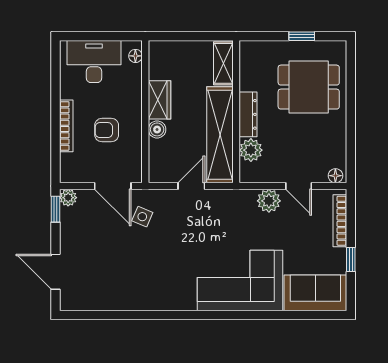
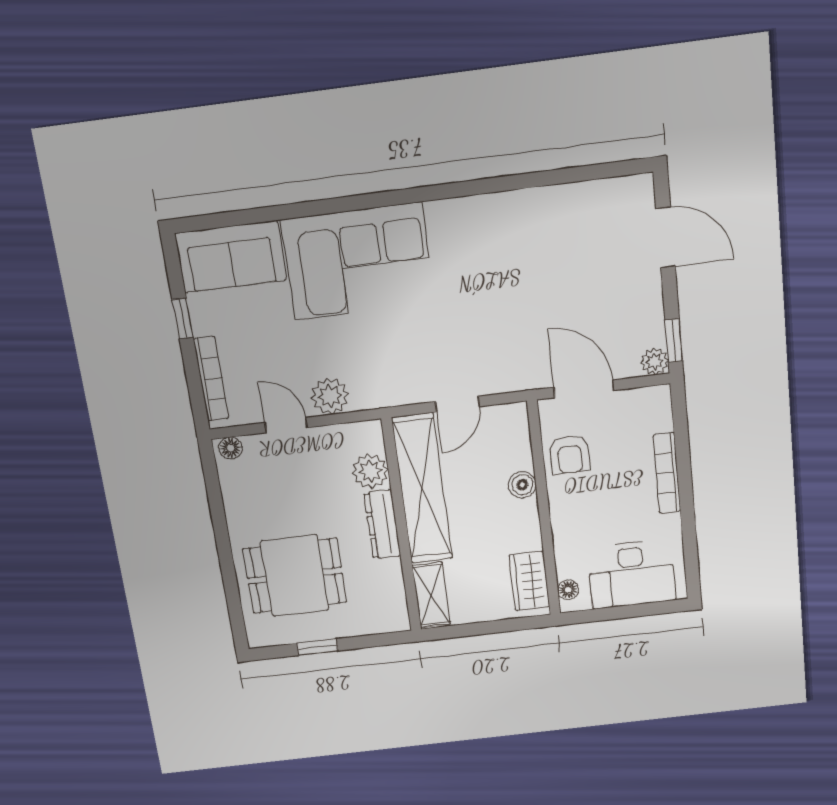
wardrobe: (160, 100) -> (529, 581), moved
armchair: (107, 130) -> (570, 454), moved, turned 90
side table: (142, 217) -> (531, 346), removed

